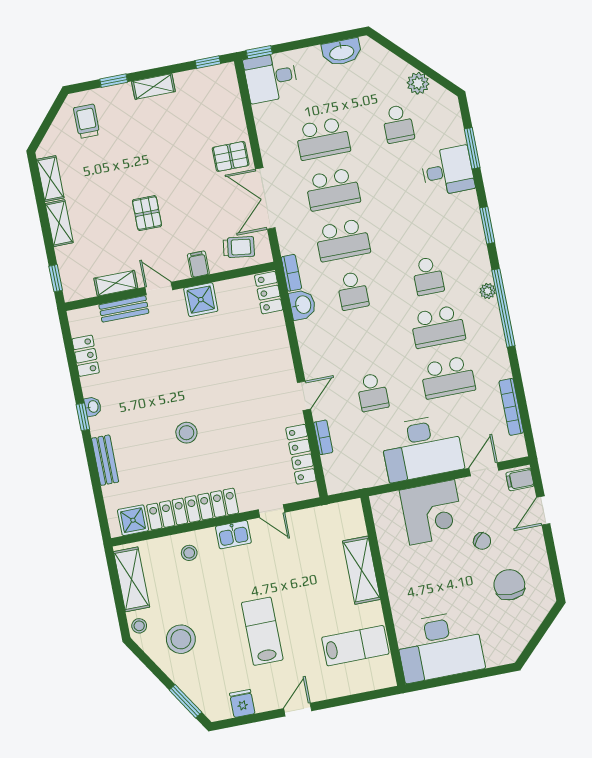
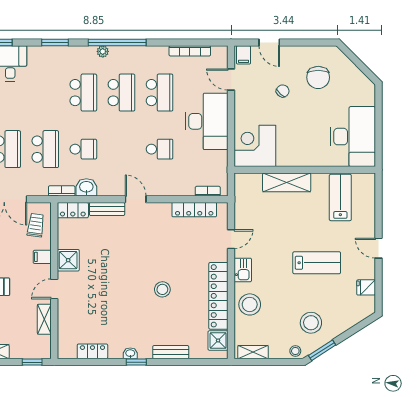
school desk: (428, 276) -> (83, 93), width x1.85
bench: (124, 309) -> (107, 209), moved, turned 90
door: (304, 396) -> (136, 199), moved
bookcase: (323, 437) -> (208, 191), moved
corner desk: (432, 512) -> (255, 146), moved, turned -90
stool: (189, 553) -> (250, 304), width x1.89, depth x1.89
shelving: (132, 579) -> (253, 352), width x0.67, depth x0.75
chair: (509, 585) -> (318, 77), turned -90
lab bench: (262, 631) -> (317, 263), turned 180
window: (185, 701) -> (322, 350), moved

